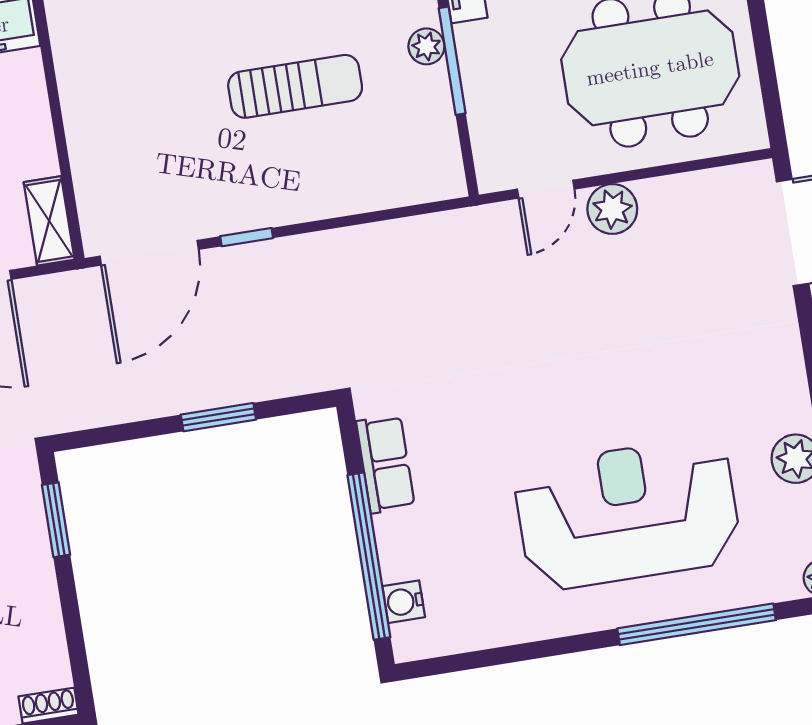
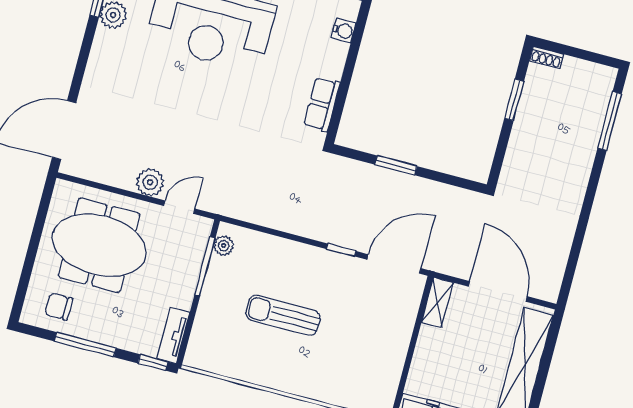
plant: (426, 46) -> (224, 246), moved
window: (452, 61) -> (205, 266), moved
window: (56, 520) -> (514, 100), moved
window: (369, 556) -> (351, 61), removed

